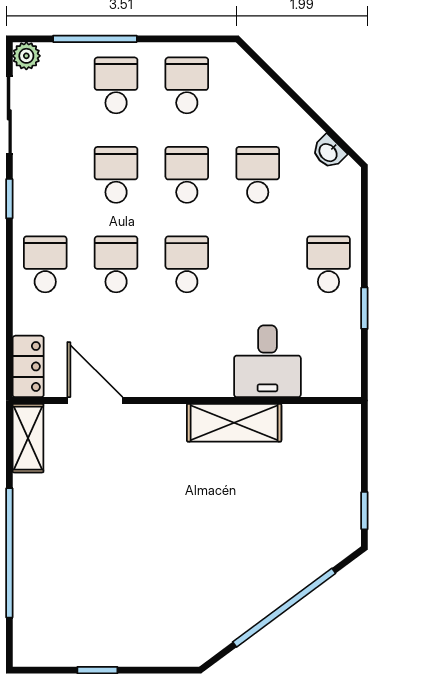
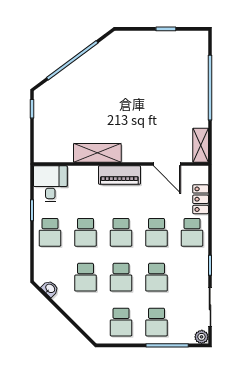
school desk: (258, 264) -> (86, 232), added
desk: (267, 361) -> (50, 184), moved
locker: (28, 366) -> (201, 199), moved
piano: (190, 379) -> (119, 175), added

